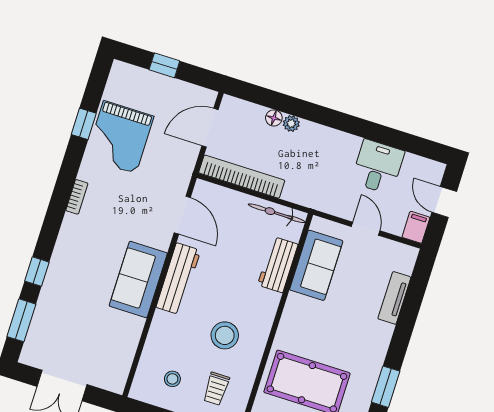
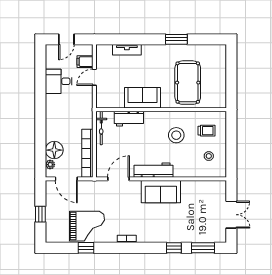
floor lamp: (274, 118) -> (54, 150), width x1.89, depth x1.89
plant: (291, 124) -> (50, 165), moved
filing cabinet: (416, 227) -> (85, 62), moved
sofa: (316, 265) -> (143, 98), moved

